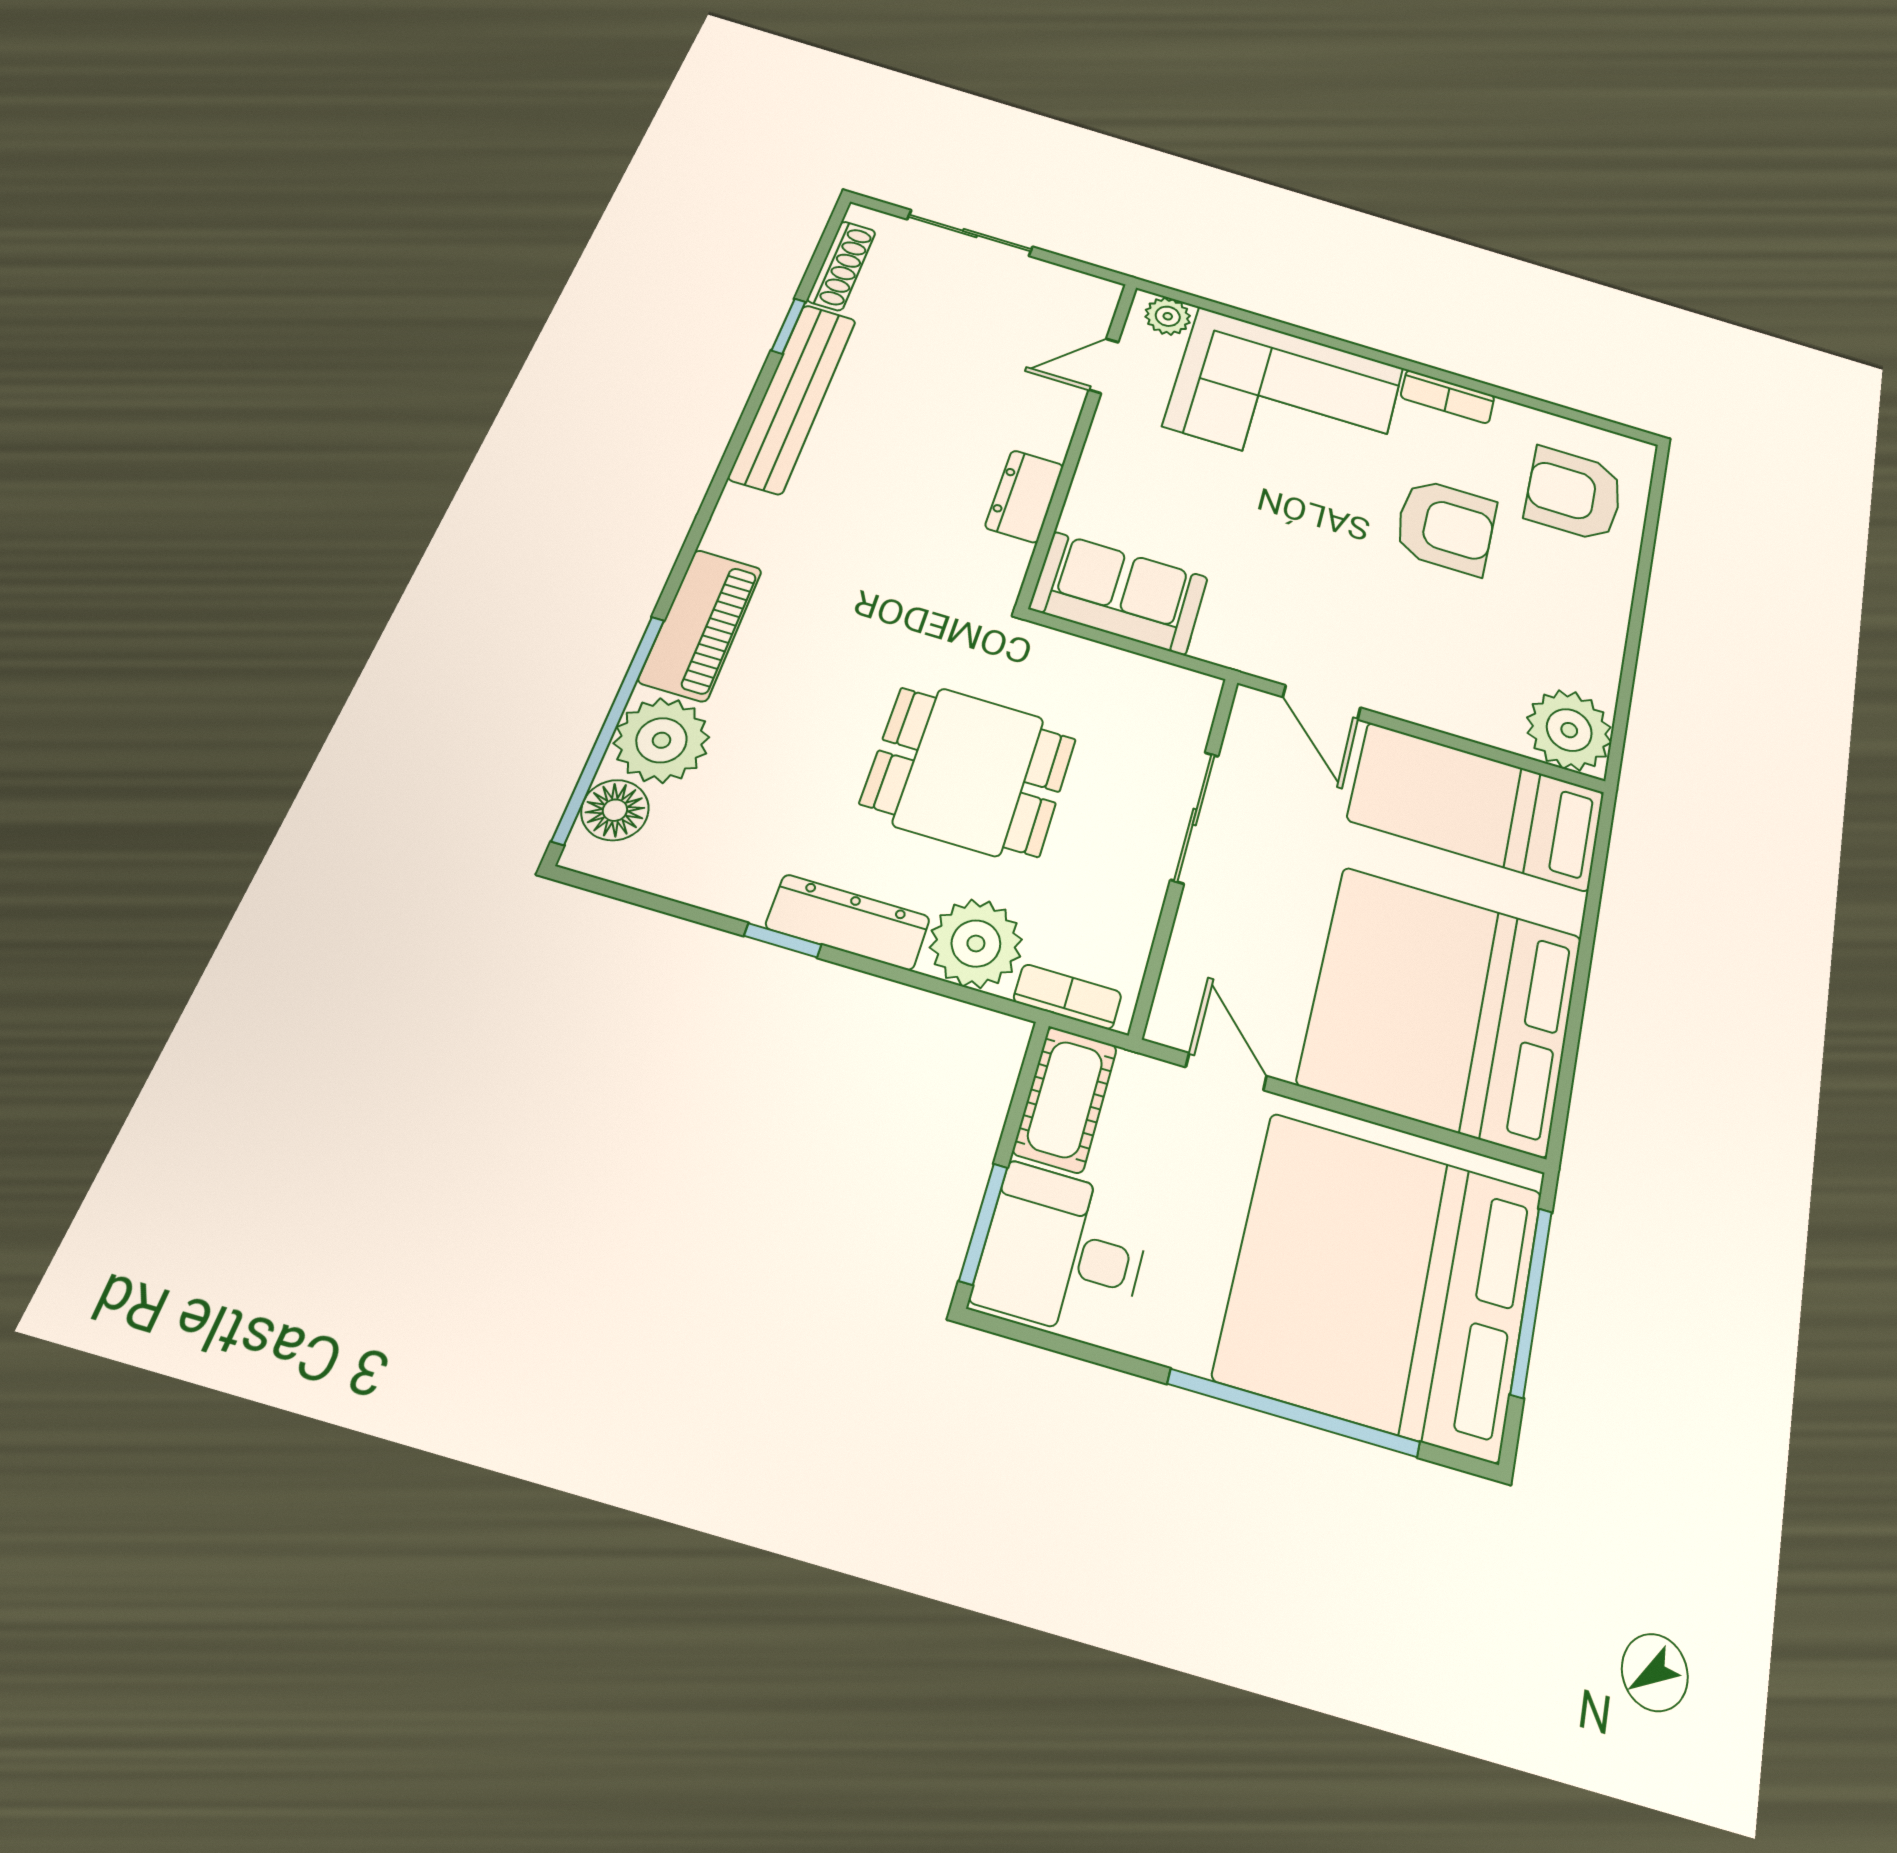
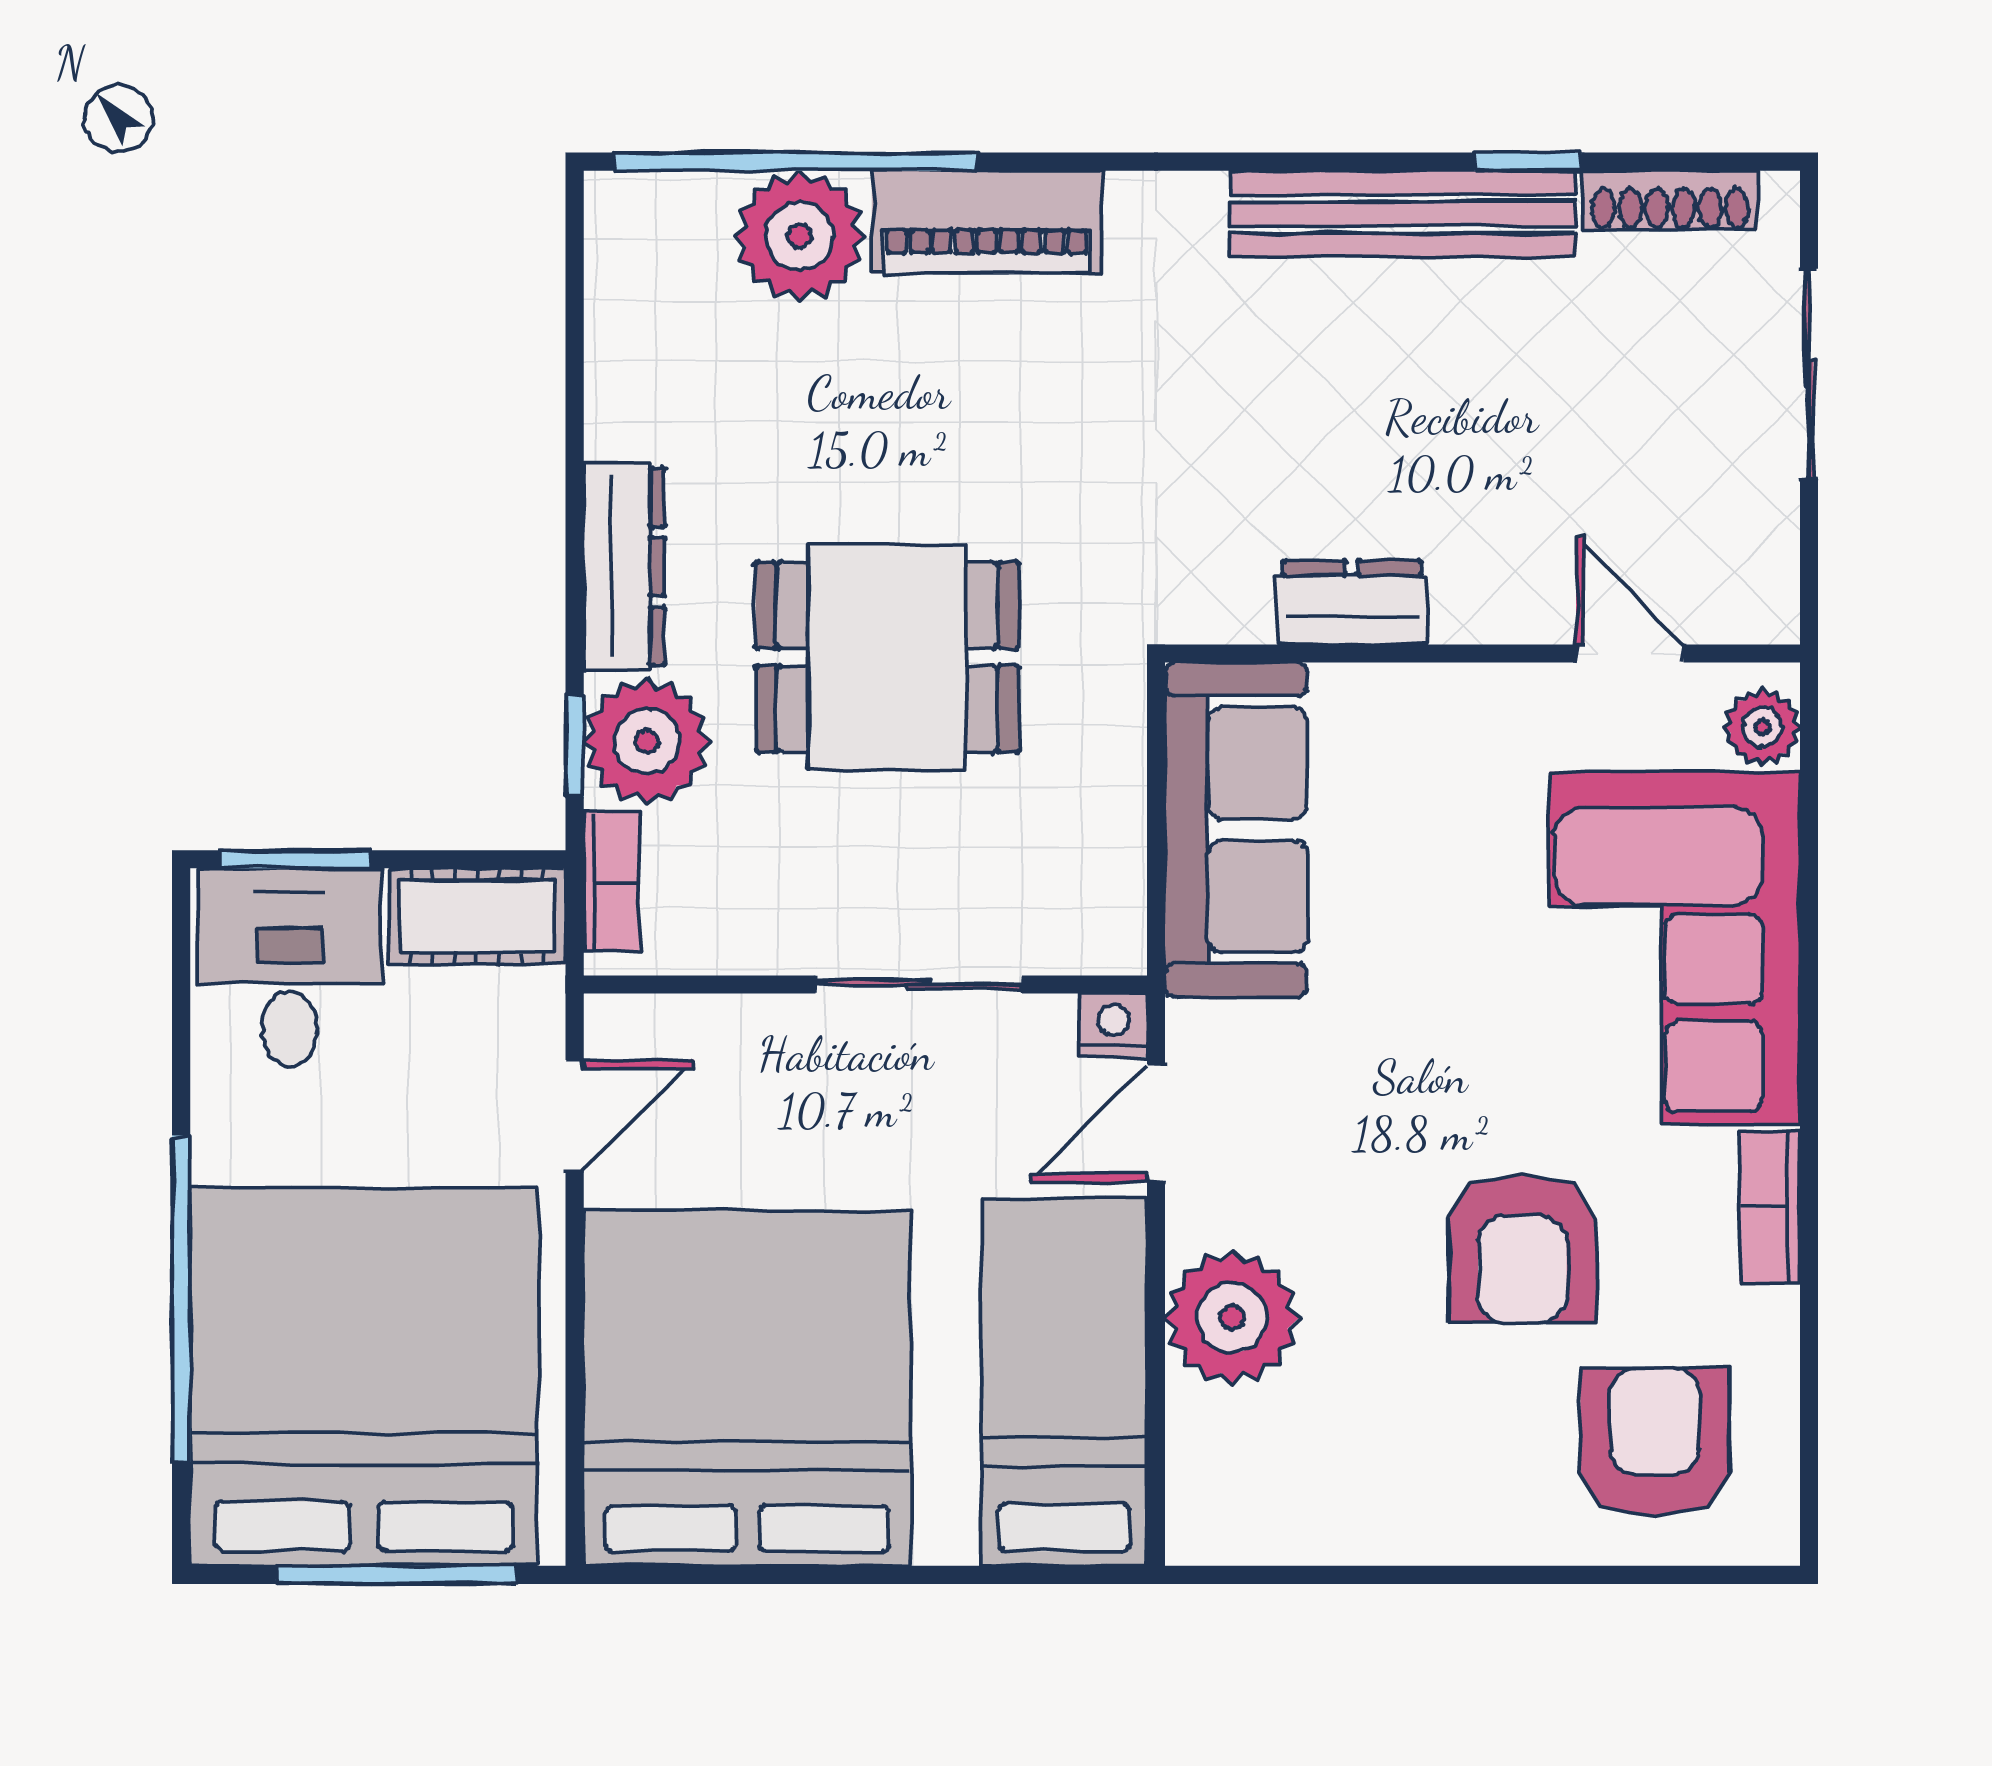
sofa: (1119, 593) -> (1236, 830), width x1.36
nightstand: (1252, 708) -> (1114, 1025), added
plant: (1569, 730) -> (1232, 1318), moved
dining table: (969, 771) -> (887, 657), turned 90
floor lamp: (615, 810) -> (683, 215), removed
window: (783, 940) -> (575, 746), moved

